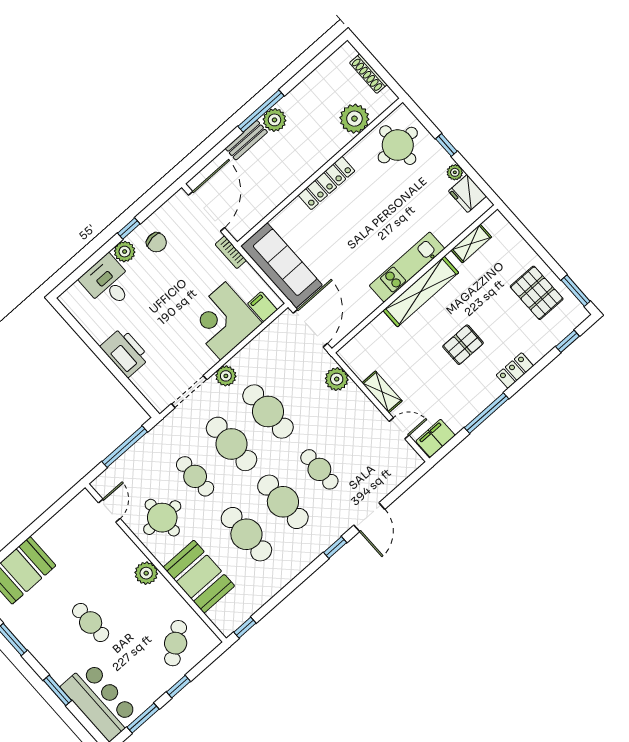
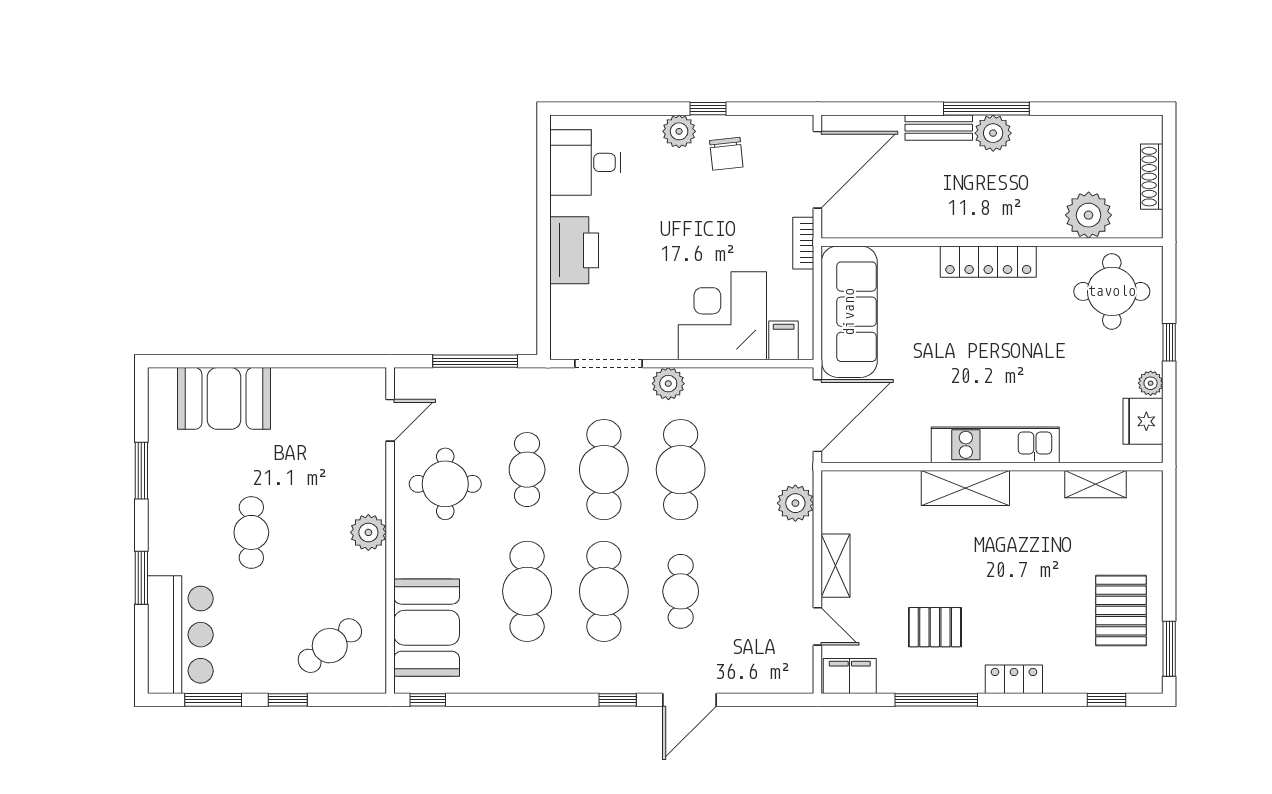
desk: (108, 282) -> (585, 162), moved, turned -90
shelving: (421, 291) -> (965, 488), width x0.68
pallet: (463, 345) -> (935, 627), moved
booth: (199, 577) -> (427, 628), moved

